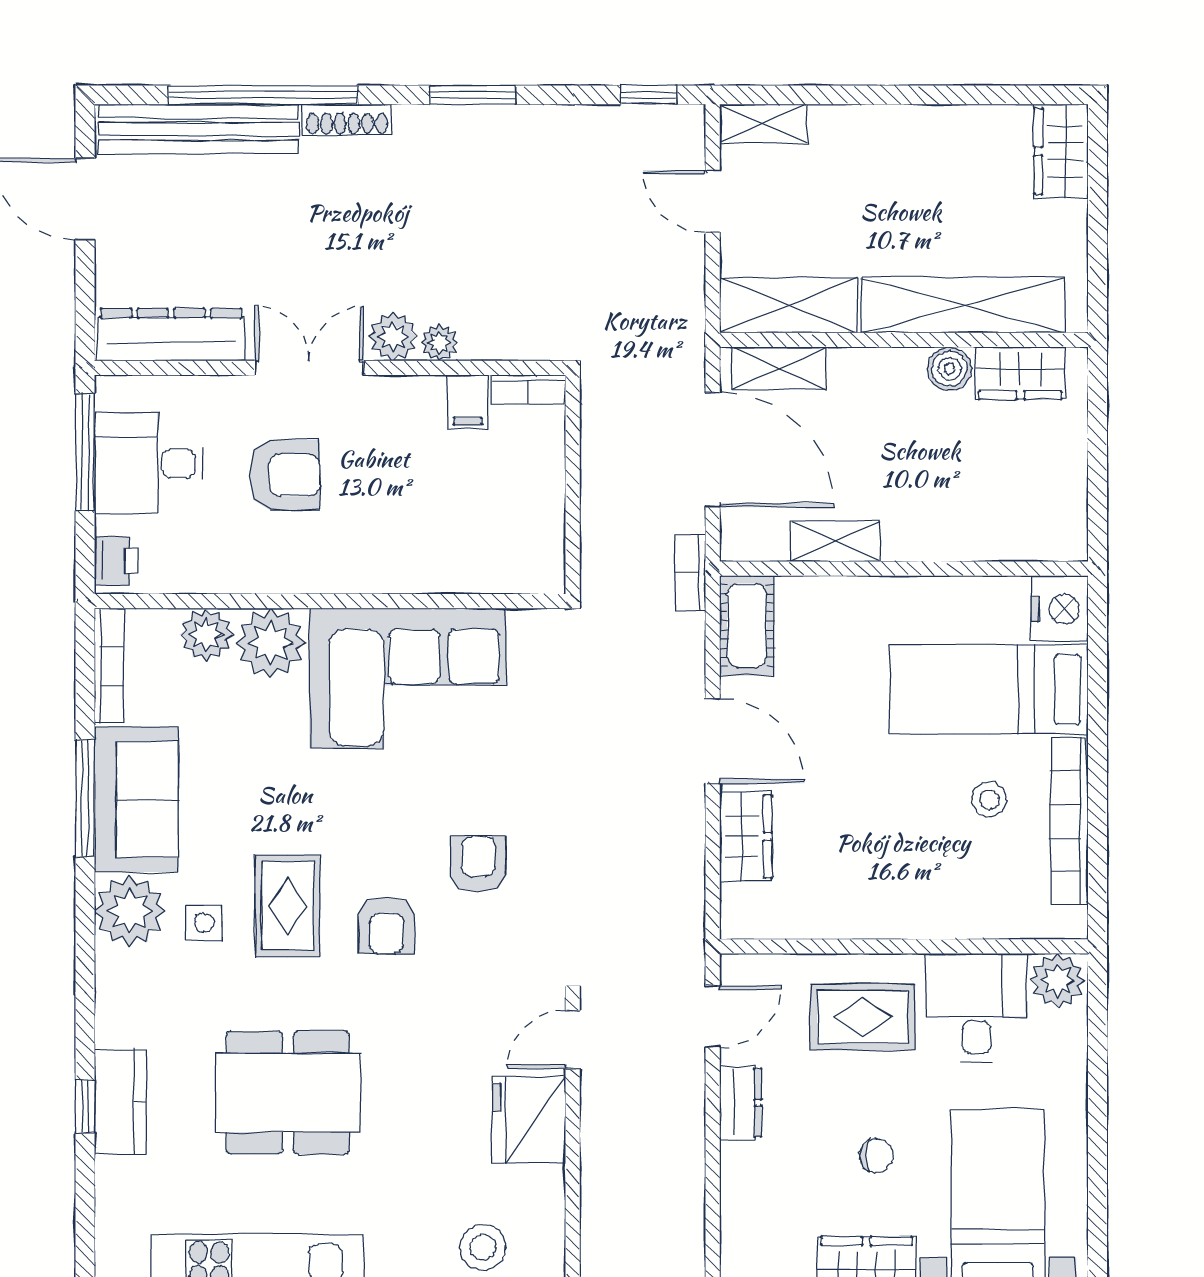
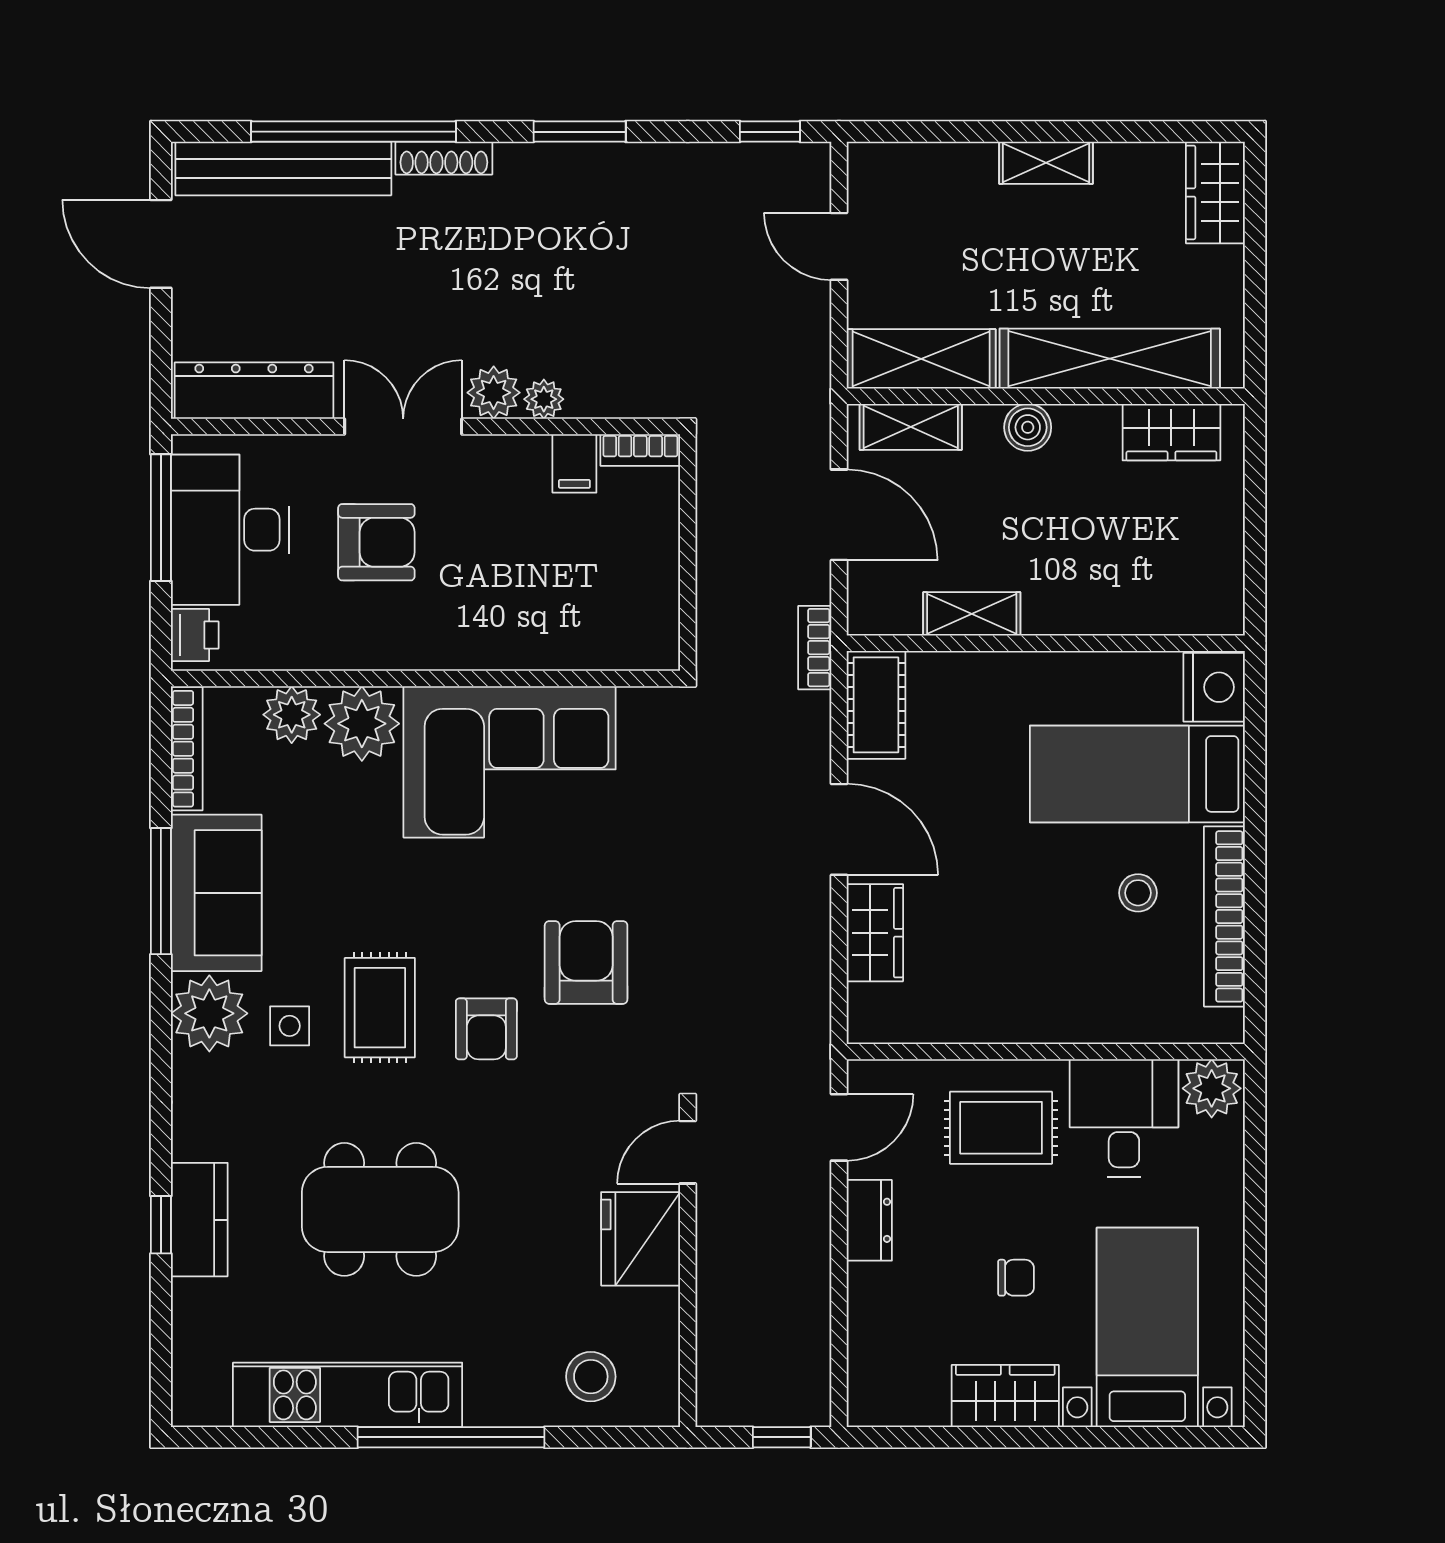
shelving: (763, 124) -> (1046, 163), moved
boiler: (950, 369) -> (1028, 427), moved
door: (713, 450) -> (839, 515), width x0.73
desk: (149, 463) -> (230, 530), width x1.37
armchair: (479, 864) -> (586, 962), width x1.38, depth x1.38

